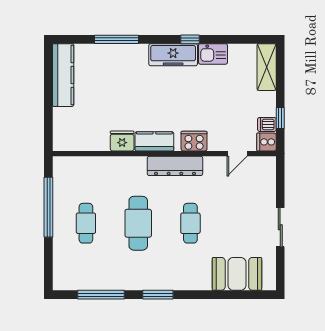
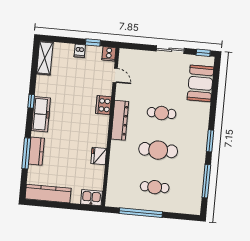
kitchen sink: (213, 54) -> (91, 198), moved, turned -90
shelving: (267, 67) -> (45, 58), moved, turned 90
dishwasher: (267, 124) -> (80, 51), moved
kitchen counter: (154, 141) -> (36, 151), moved, turned 180
window: (280, 274) -> (203, 53), added

